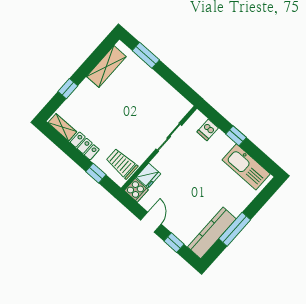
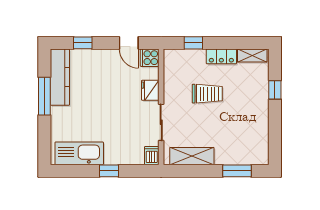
shelving: (106, 67) -> (192, 156), moved, turned 90
dishwasher: (208, 130) -> (152, 156), moved
trolley: (122, 164) -> (207, 94), moved
fridge: (148, 176) -> (150, 90), moved
door: (151, 222) -> (129, 43), moved

